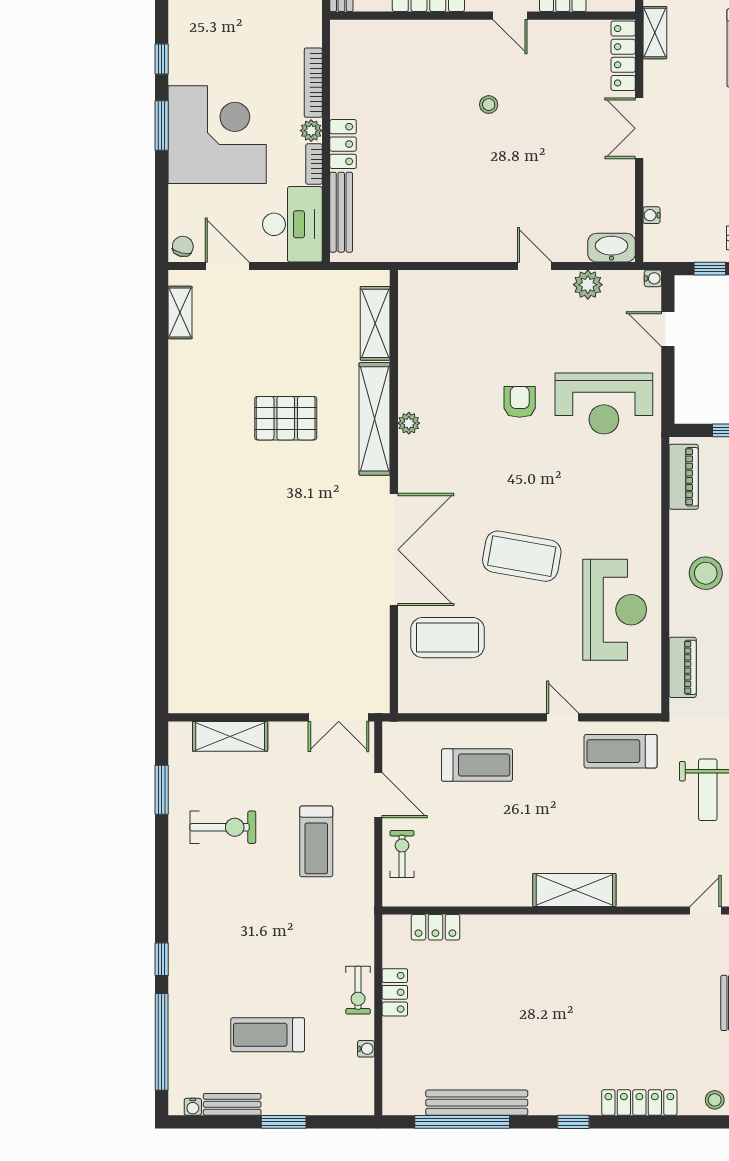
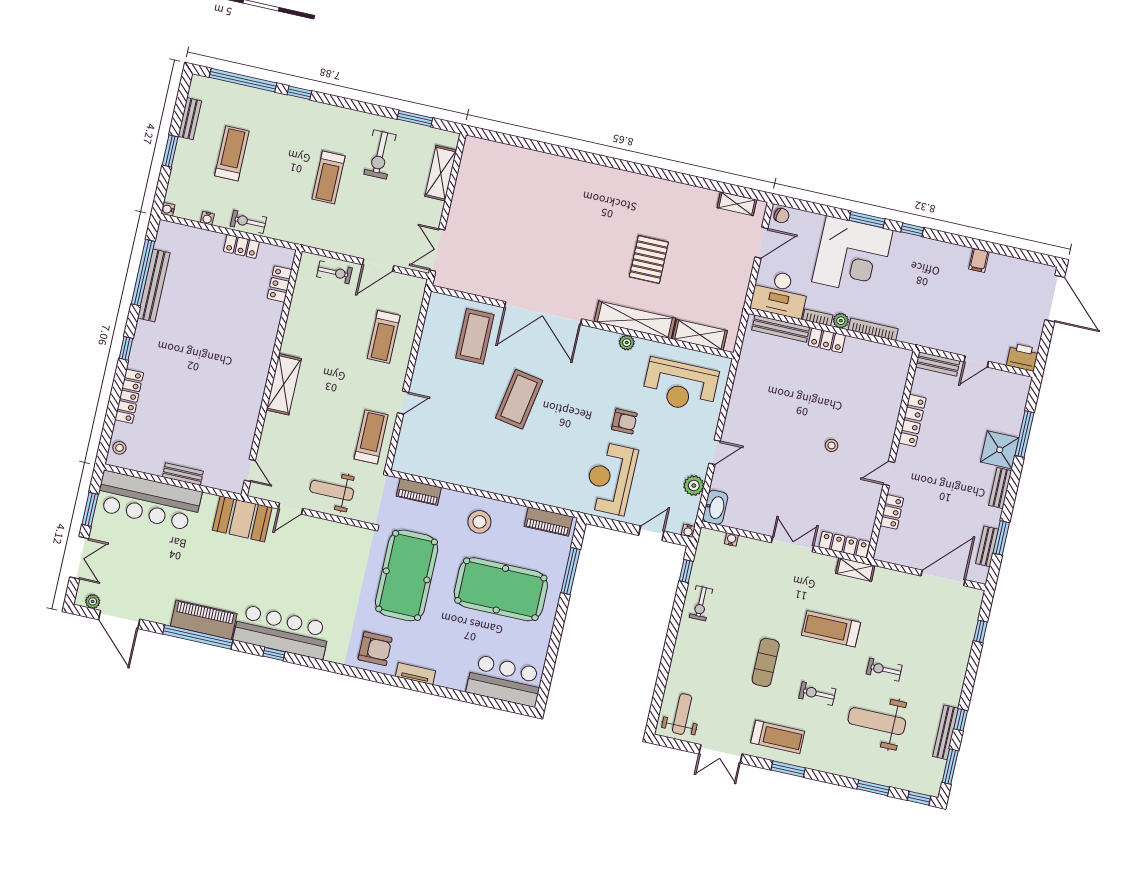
reception desk: (615, 610) -> (680, 385), moved
treadmill: (316, 841) -> (328, 177), moved, turned -90
water cooler: (193, 1107) -> (168, 209), moved

